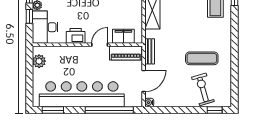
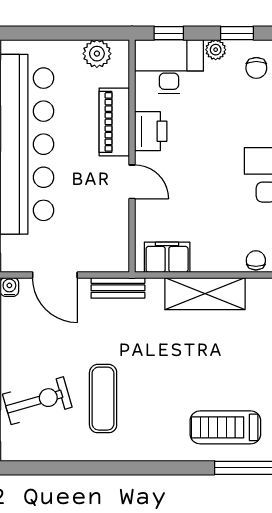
window: (29, 16) -> (169, 33), moved
filing cabinet: (123, 36) -> (167, 257), moved, turned -90
piano: (126, 53) -> (114, 122), moved

